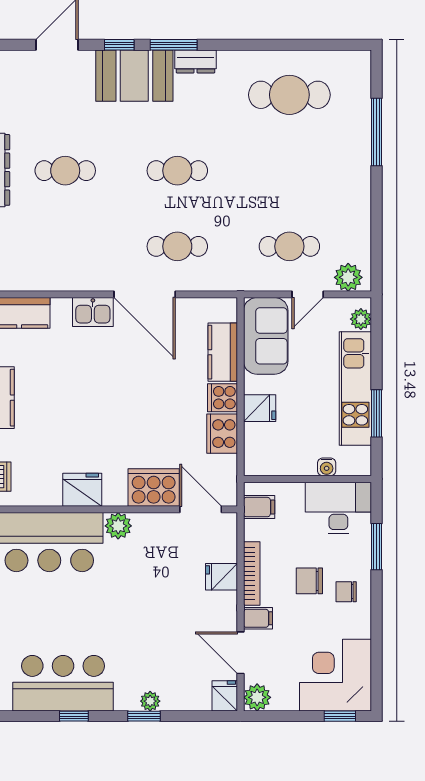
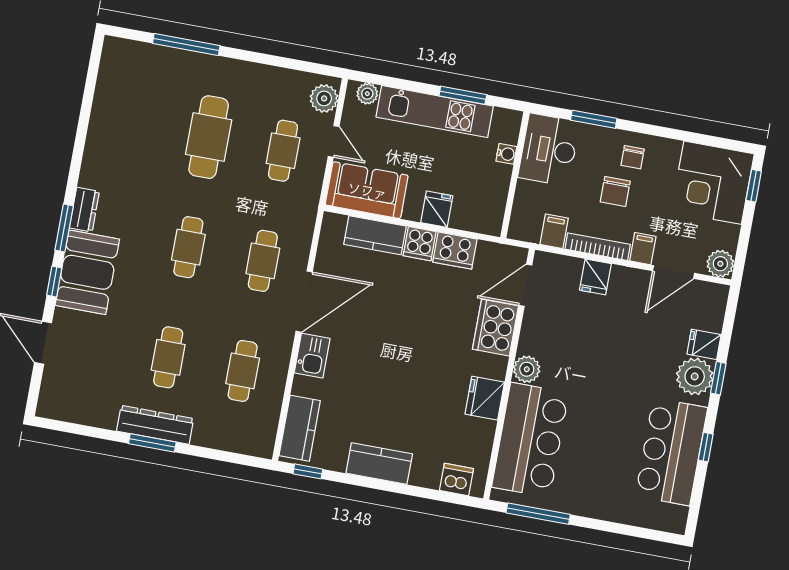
cafe table: (289, 95) -> (209, 137), moved
cafe table: (65, 246) -> (243, 371), added
filing cabinet: (259, 507) -> (554, 231), moved
fridge: (225, 696) -> (704, 344), moved
plant: (150, 701) -> (695, 376), width x1.88, depth x1.88

